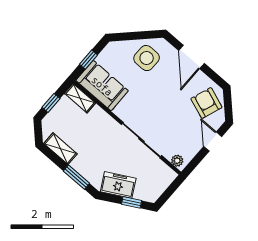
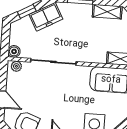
boiler: (169, 175) -> (14, 51), added

